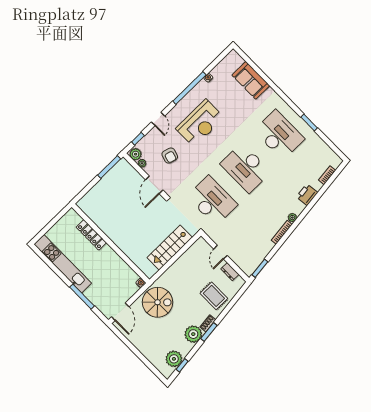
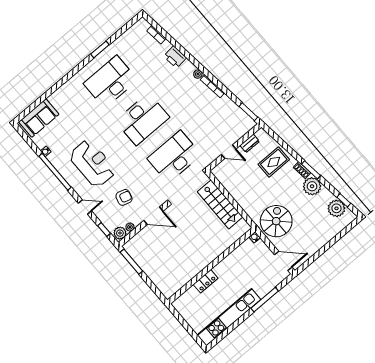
sofa: (251, 80) -> (39, 118), moved
locker: (91, 235) -> (206, 281), width x0.66

